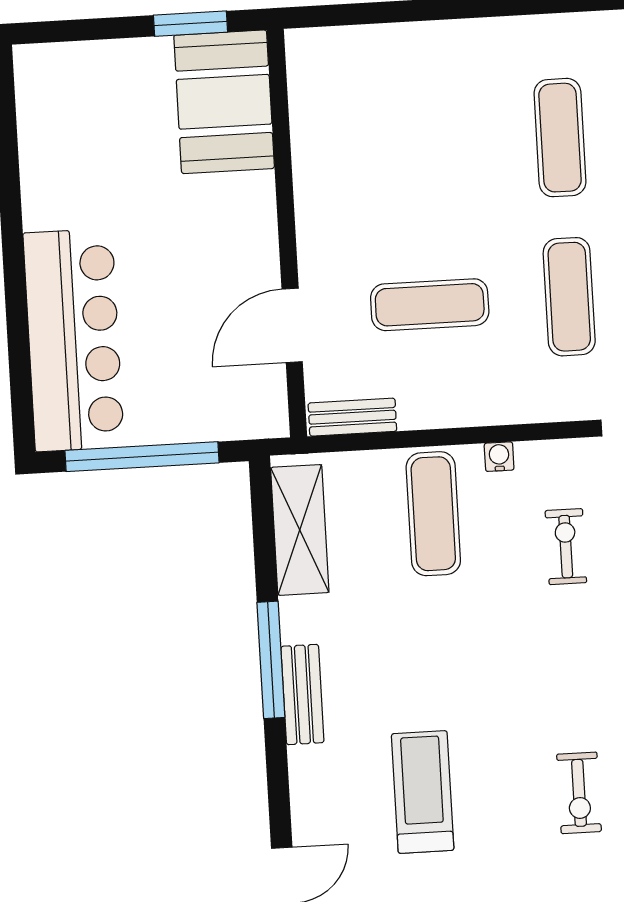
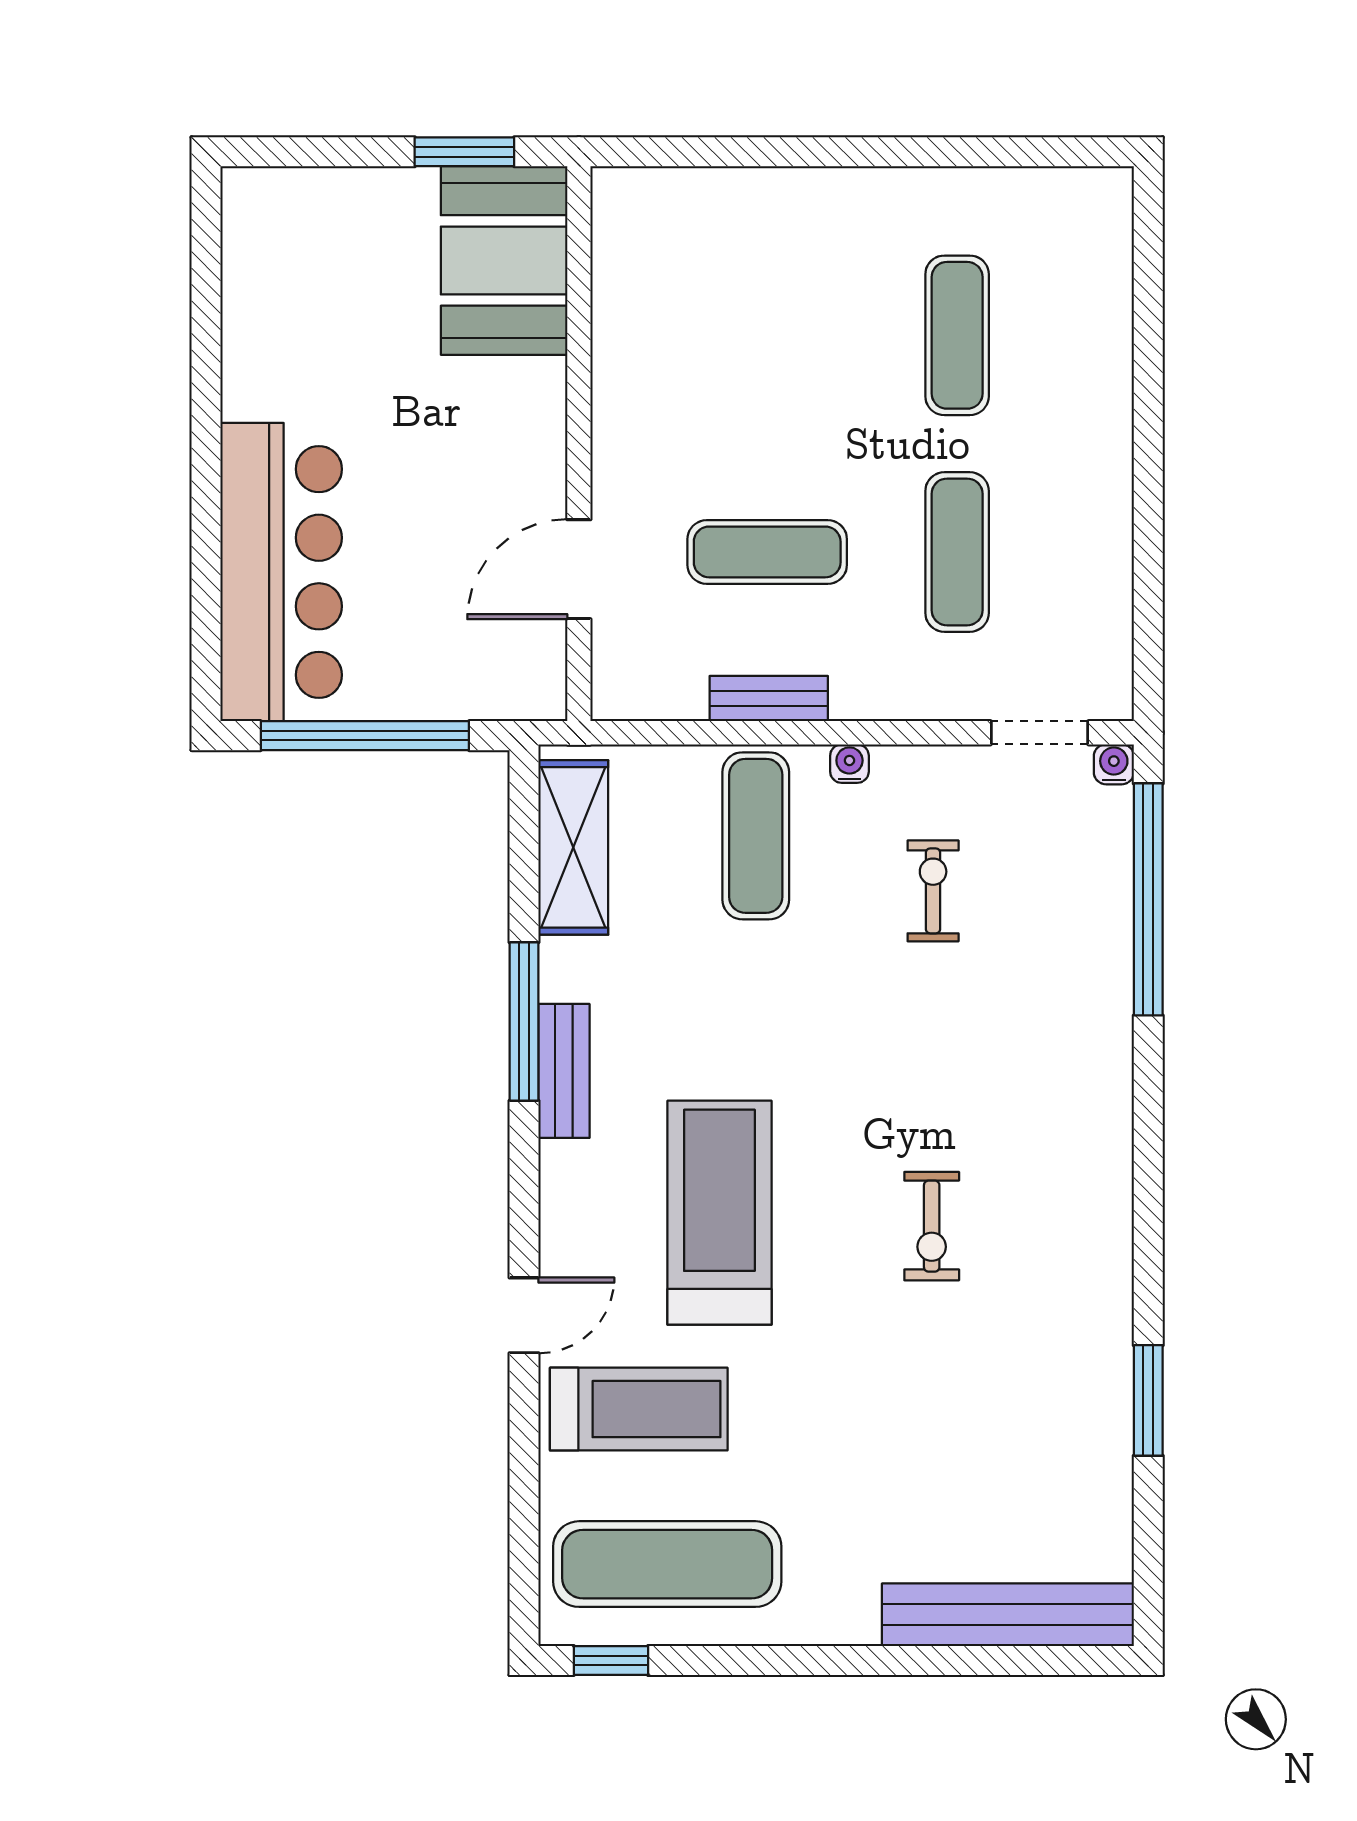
bench: (352, 417) -> (769, 699), moved
treadmill: (423, 792) -> (719, 1213), width x1.37, depth x1.38

